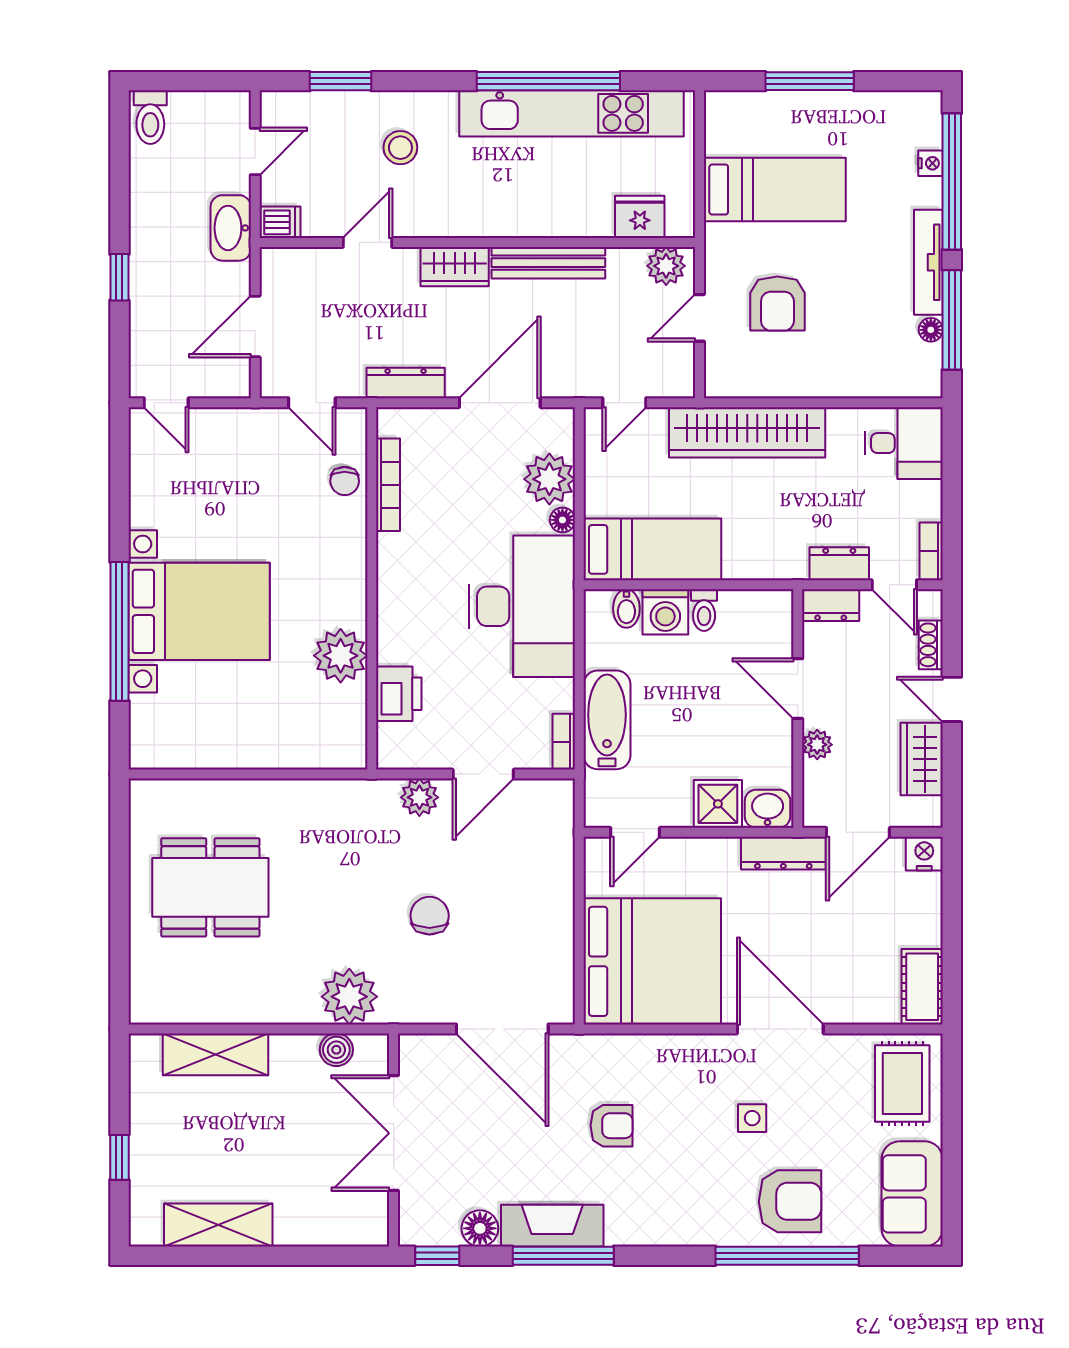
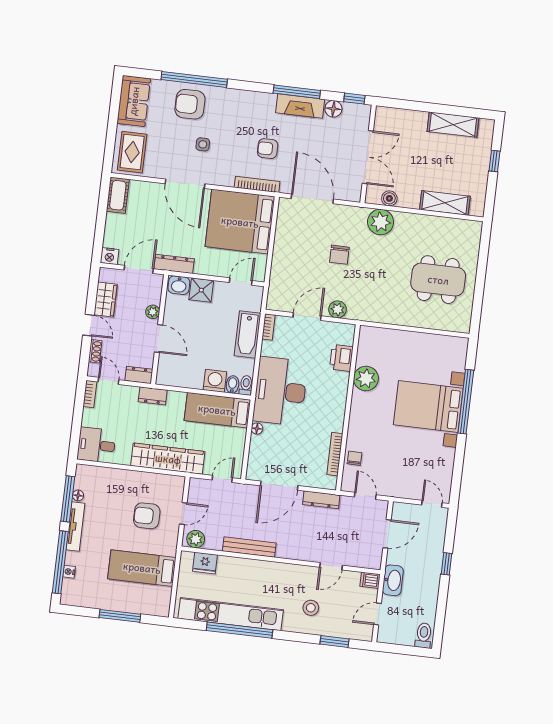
wardrobe: (455, 267) -> (292, 550), removed
armchair: (777, 304) -> (147, 516), turned -90
plant: (549, 479) -> (261, 448), removed
dresser: (839, 564) -> (153, 396), moved
toilet: (704, 610) -> (246, 385), moved
bookcase: (625, 1046) -> (257, 184), added

